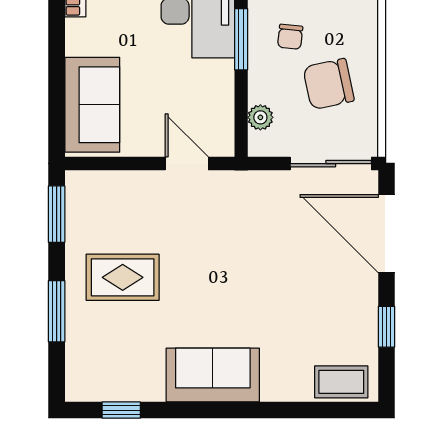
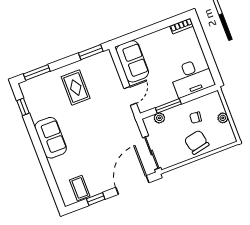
window: (241, 39) -> (168, 106), moved
chair: (329, 84) -> (197, 142), moved
sofa: (92, 105) -> (132, 61), moved, turned -90
window: (57, 311) -> (37, 73), moved
coffee table: (341, 382) -> (80, 188), moved

